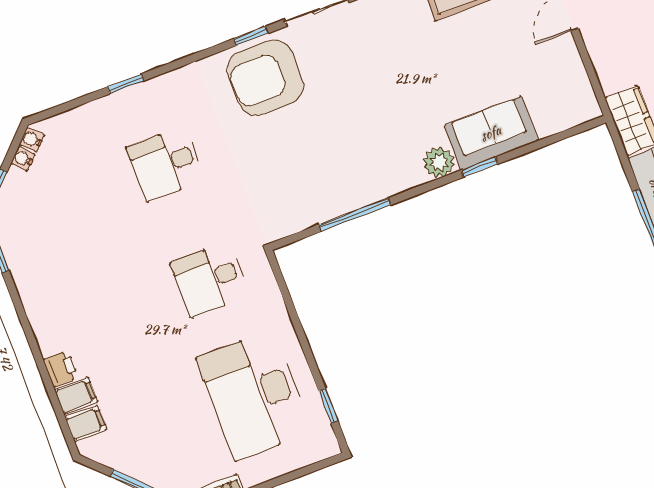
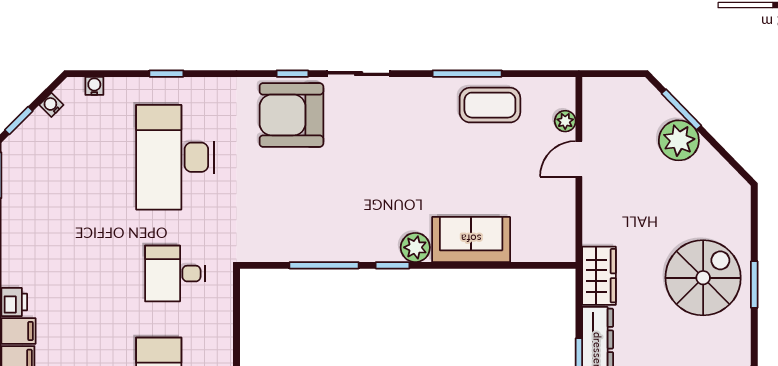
water cooler: (32, 139) -> (94, 86), moved, turned 45
desk: (166, 164) -> (175, 157), width x1.87, depth x1.30
window: (480, 167) -> (393, 265), moved

